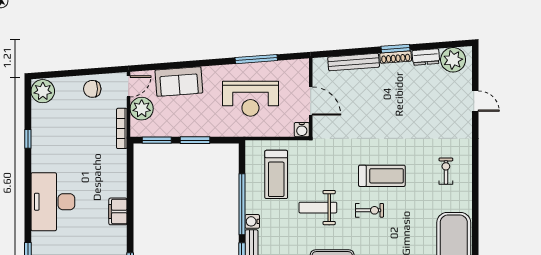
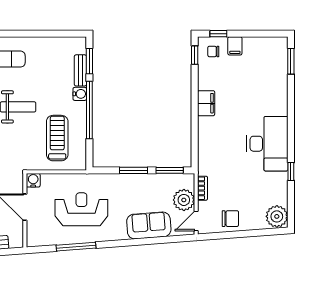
bookcase: (122, 128) -> (203, 188), width x0.64
desk: (53, 202) -> (267, 144), moved

